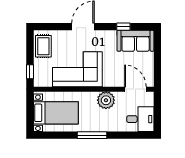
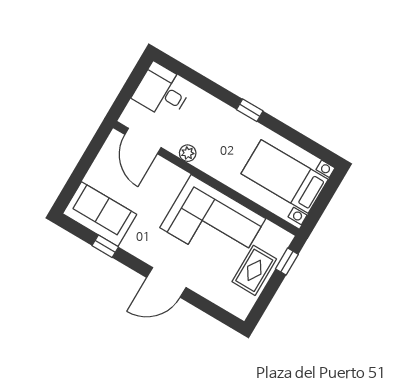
rug: (43, 46) -> (254, 270), moved
plant: (106, 100) -> (188, 153), width x0.53, depth x0.53
window: (92, 135) -> (250, 110), width x0.46

